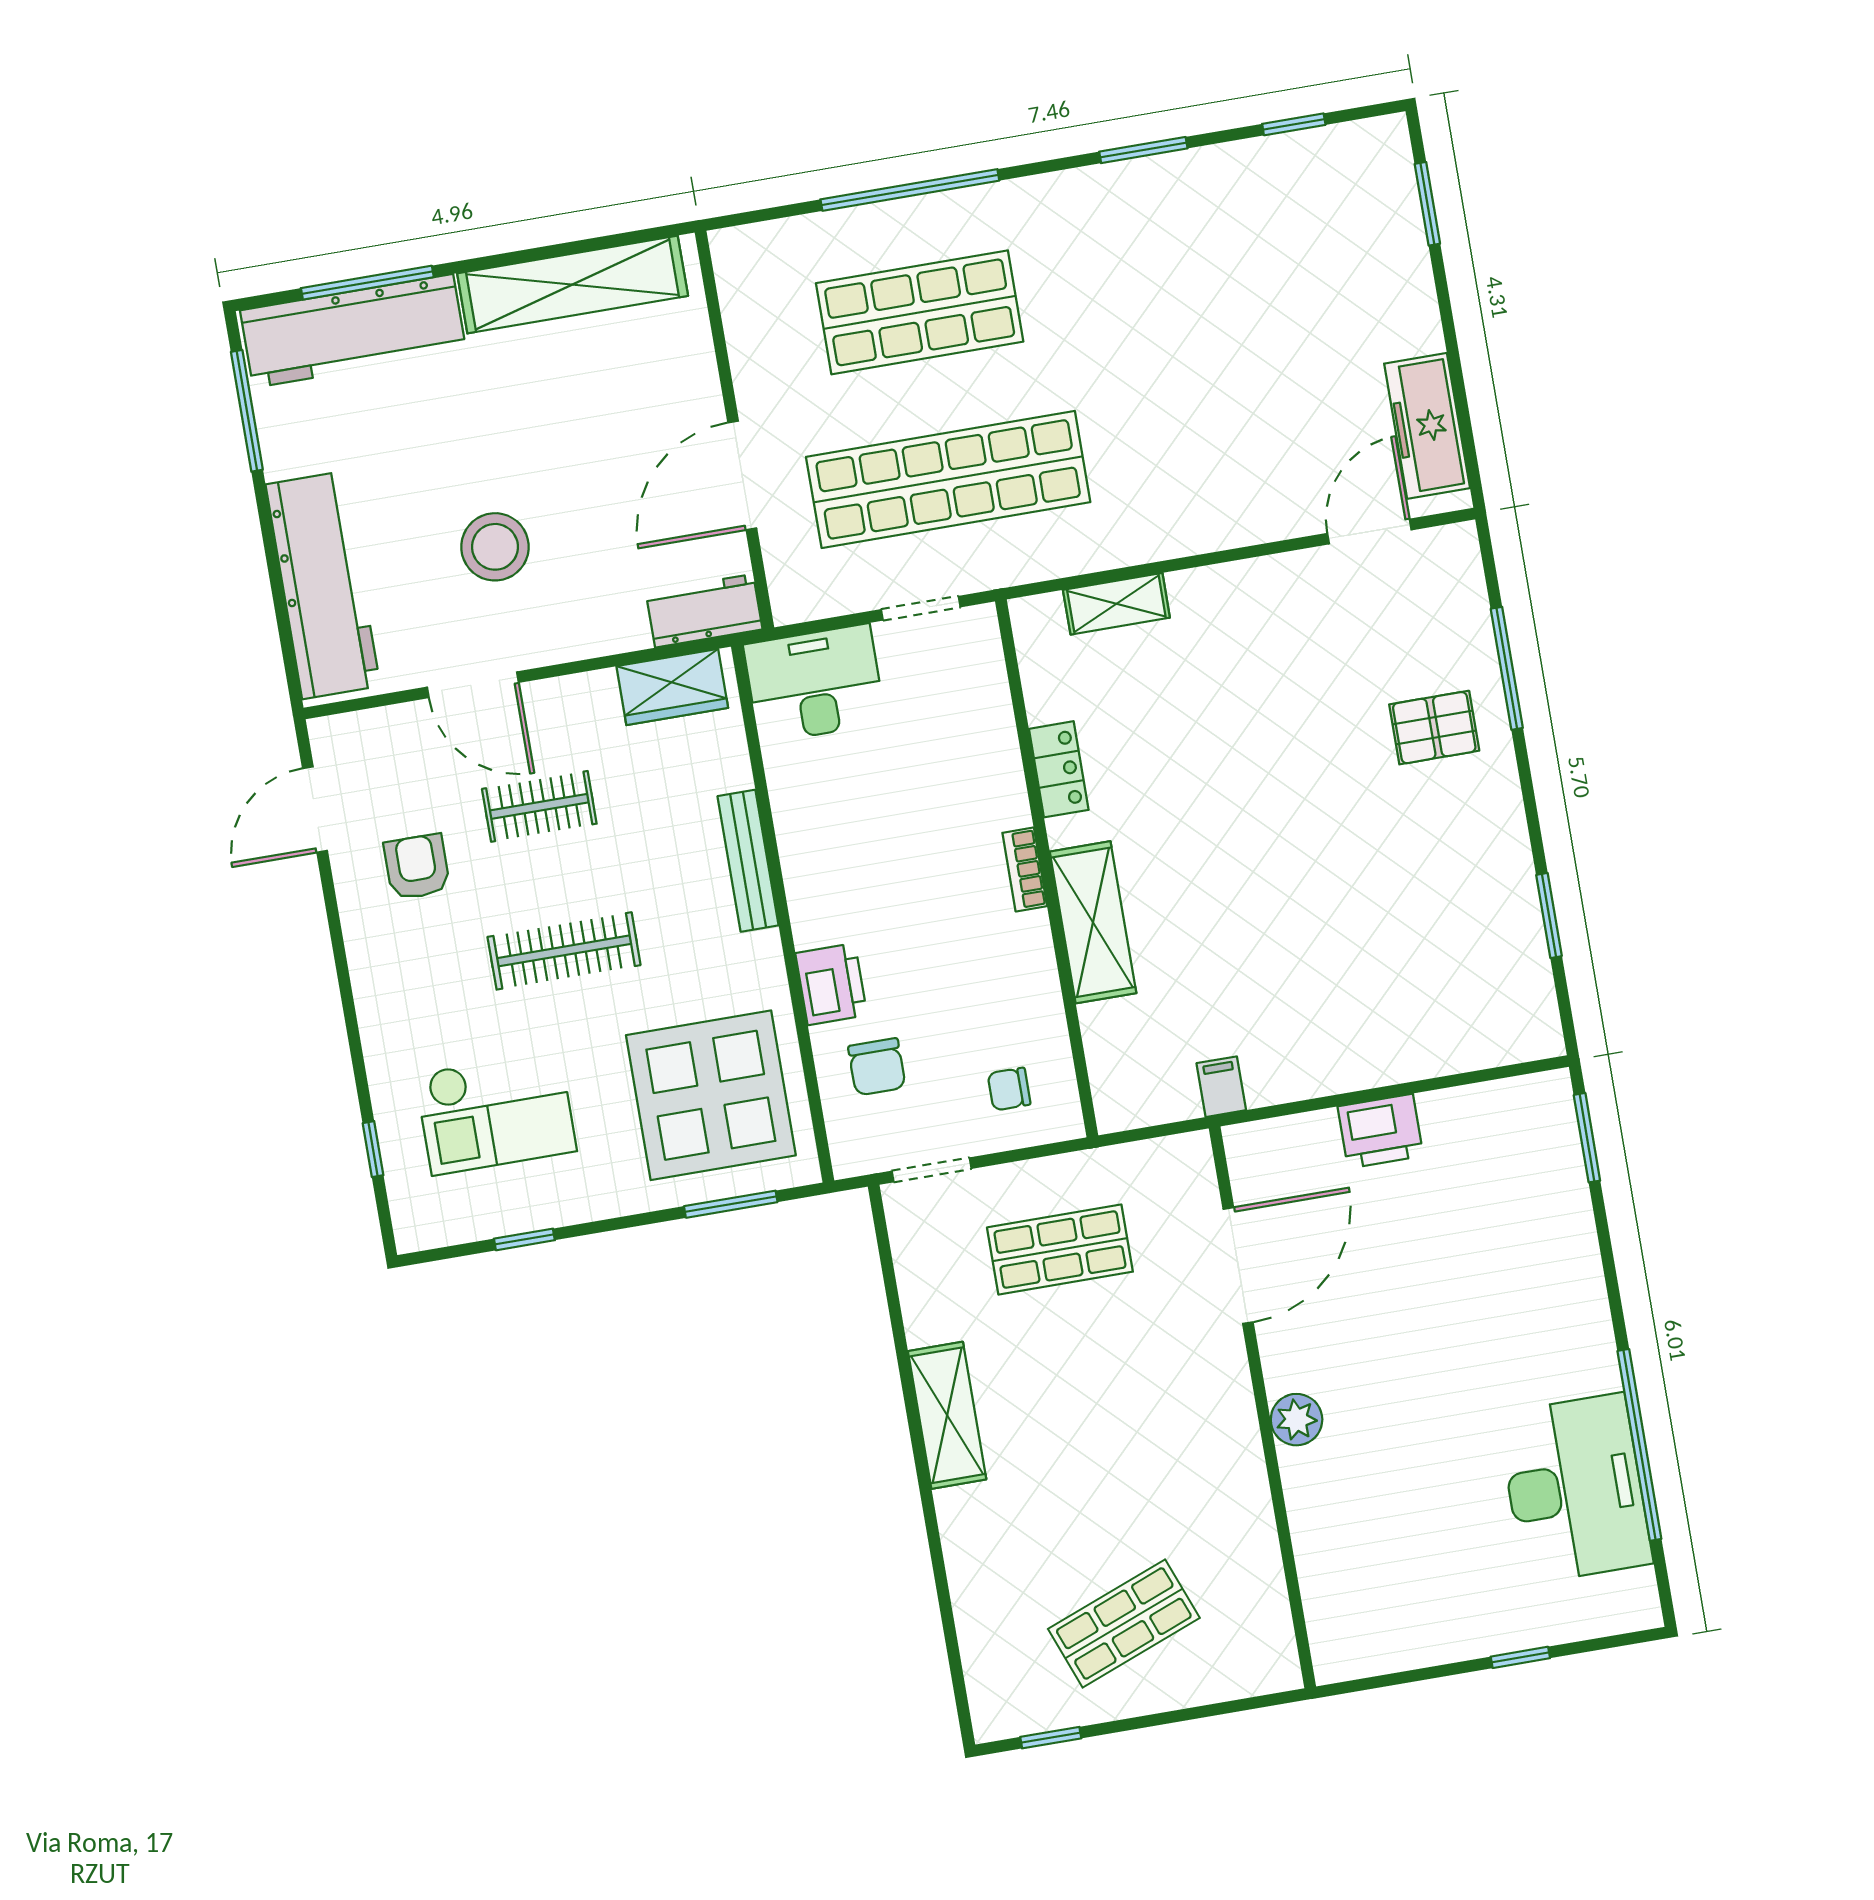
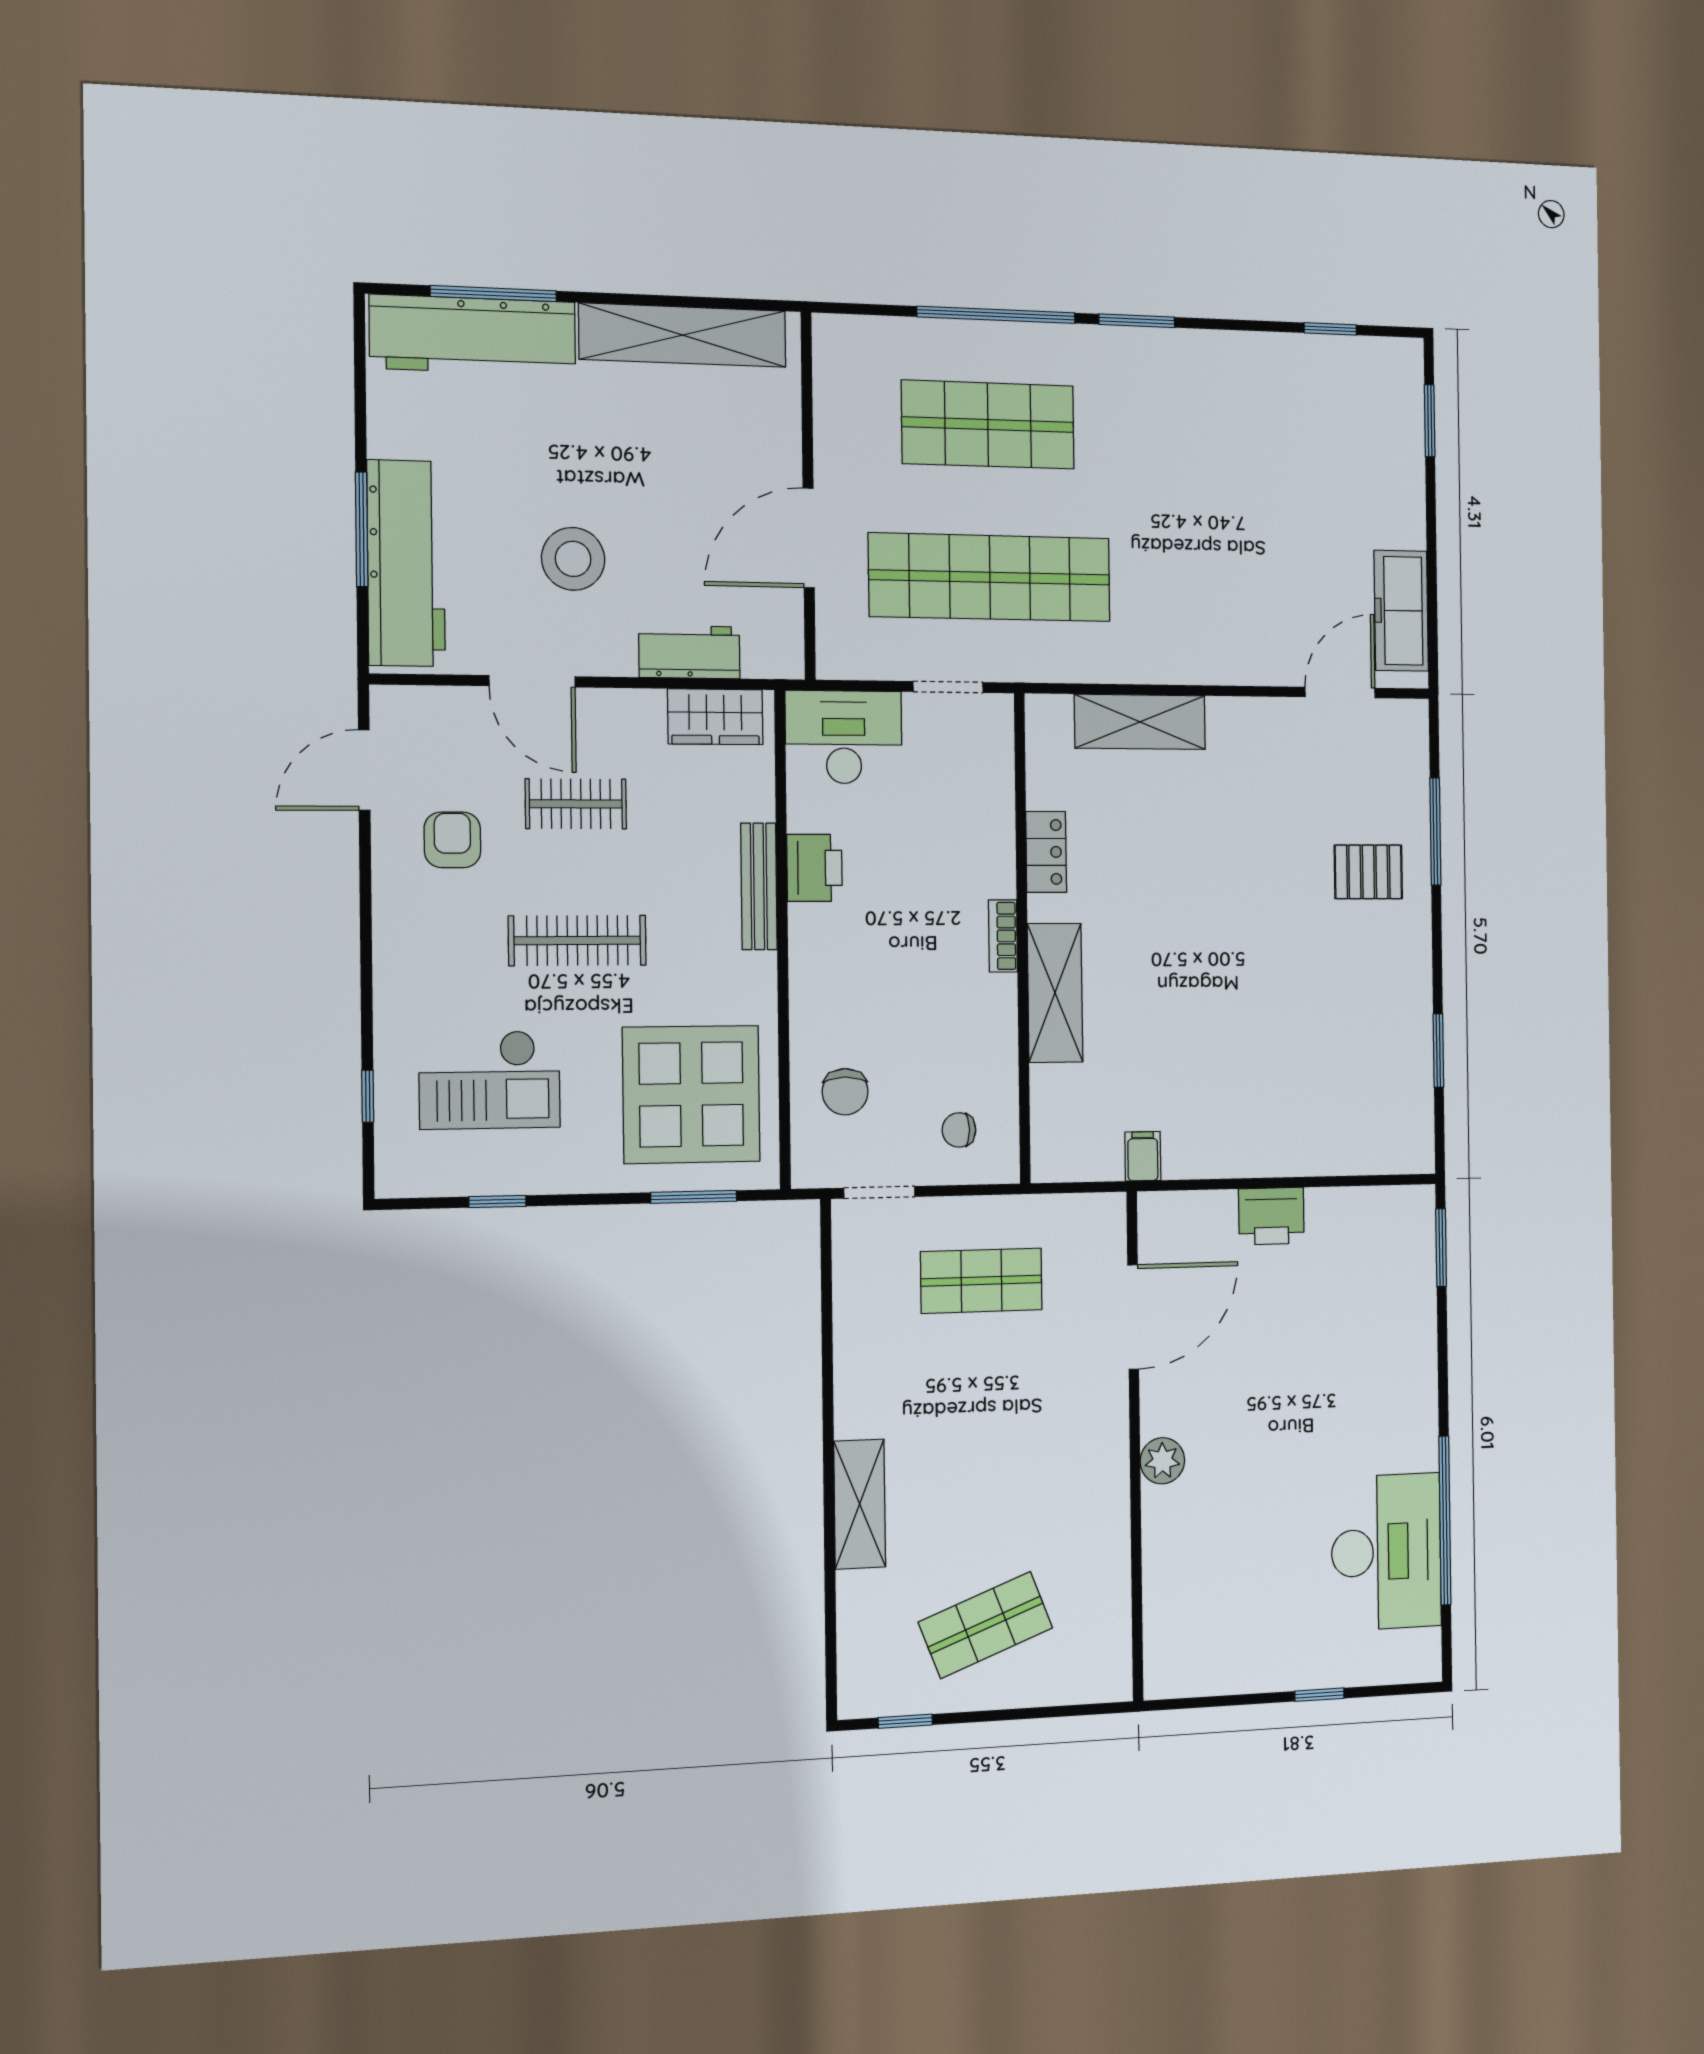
window: (1143, 150) -> (1137, 321), moved
window: (247, 411) -> (362, 529), moved
shelving: (1116, 604) -> (1140, 722), width x1.50, depth x1.33
workbench: (704, 611) -> (689, 652), moved
printer: (831, 984) -> (814, 868), moved
shelving: (947, 1415) -> (860, 1504), moved

